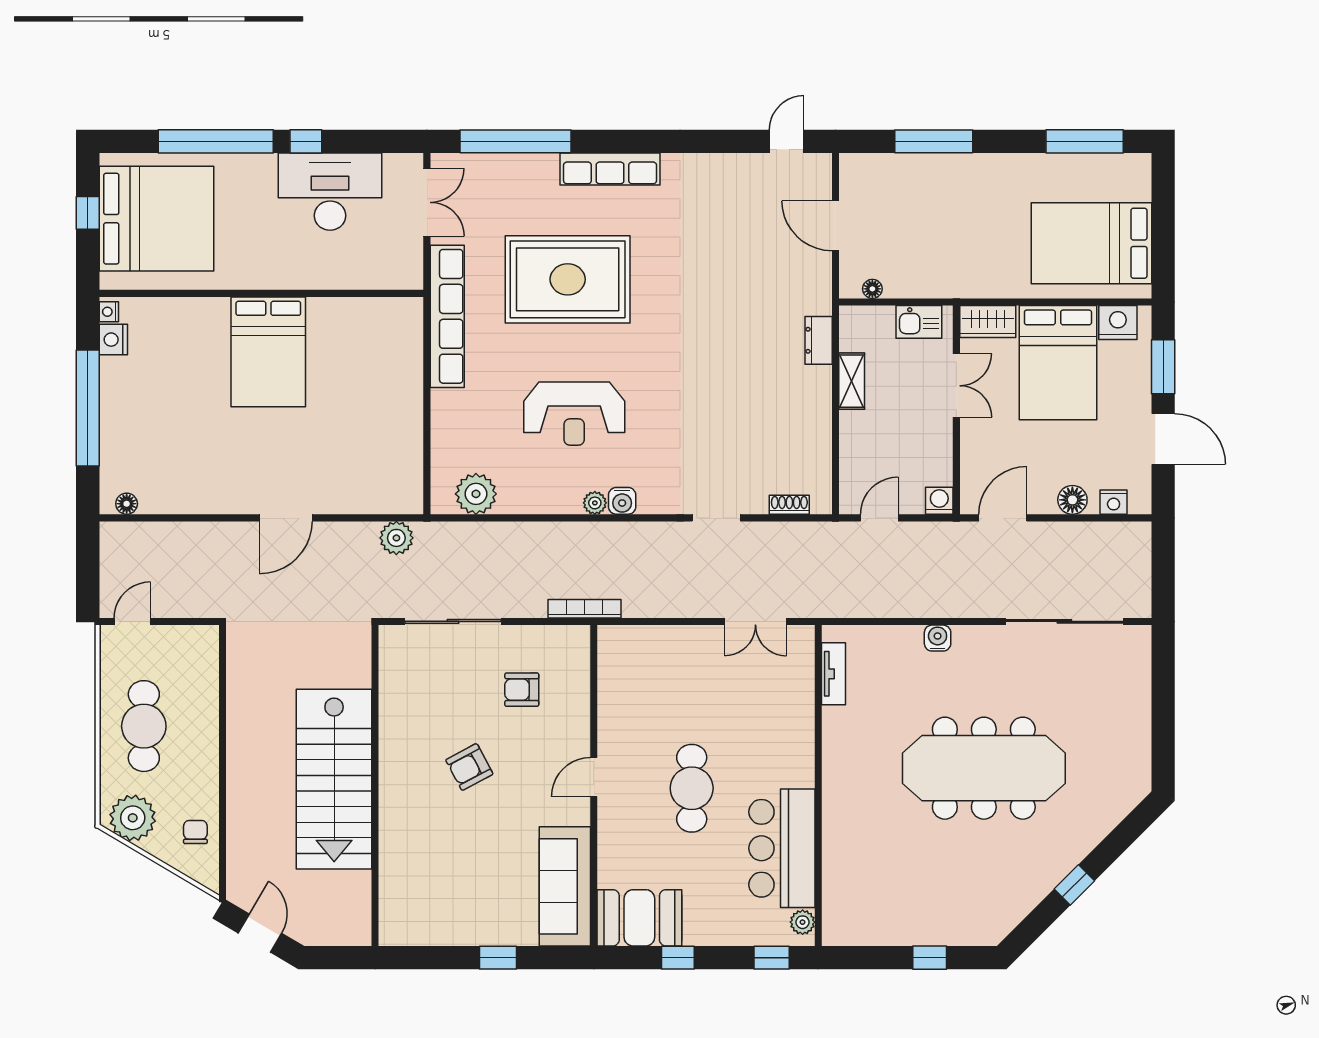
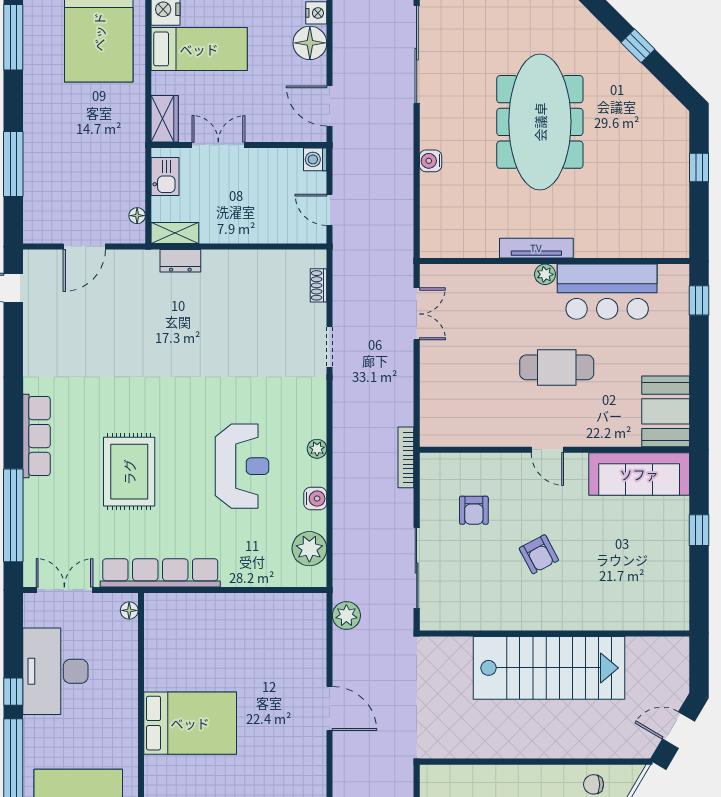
floor lamp: (402, 279) -> (129, 610), added
rug: (568, 279) -> (129, 472), width x0.73, depth x0.69
bed: (1058, 363) -> (199, 49), width x0.67
shelving: (852, 381) -> (175, 233), moved
floor lamp: (1072, 500) -> (310, 43), width x1.38, depth x1.38
water cooler: (622, 501) -> (315, 499), moved
tv unit: (834, 674) -> (536, 248), moved, width x1.41
plant: (803, 922) -> (545, 274), moved
window: (678, 958) -> (699, 379), removed

